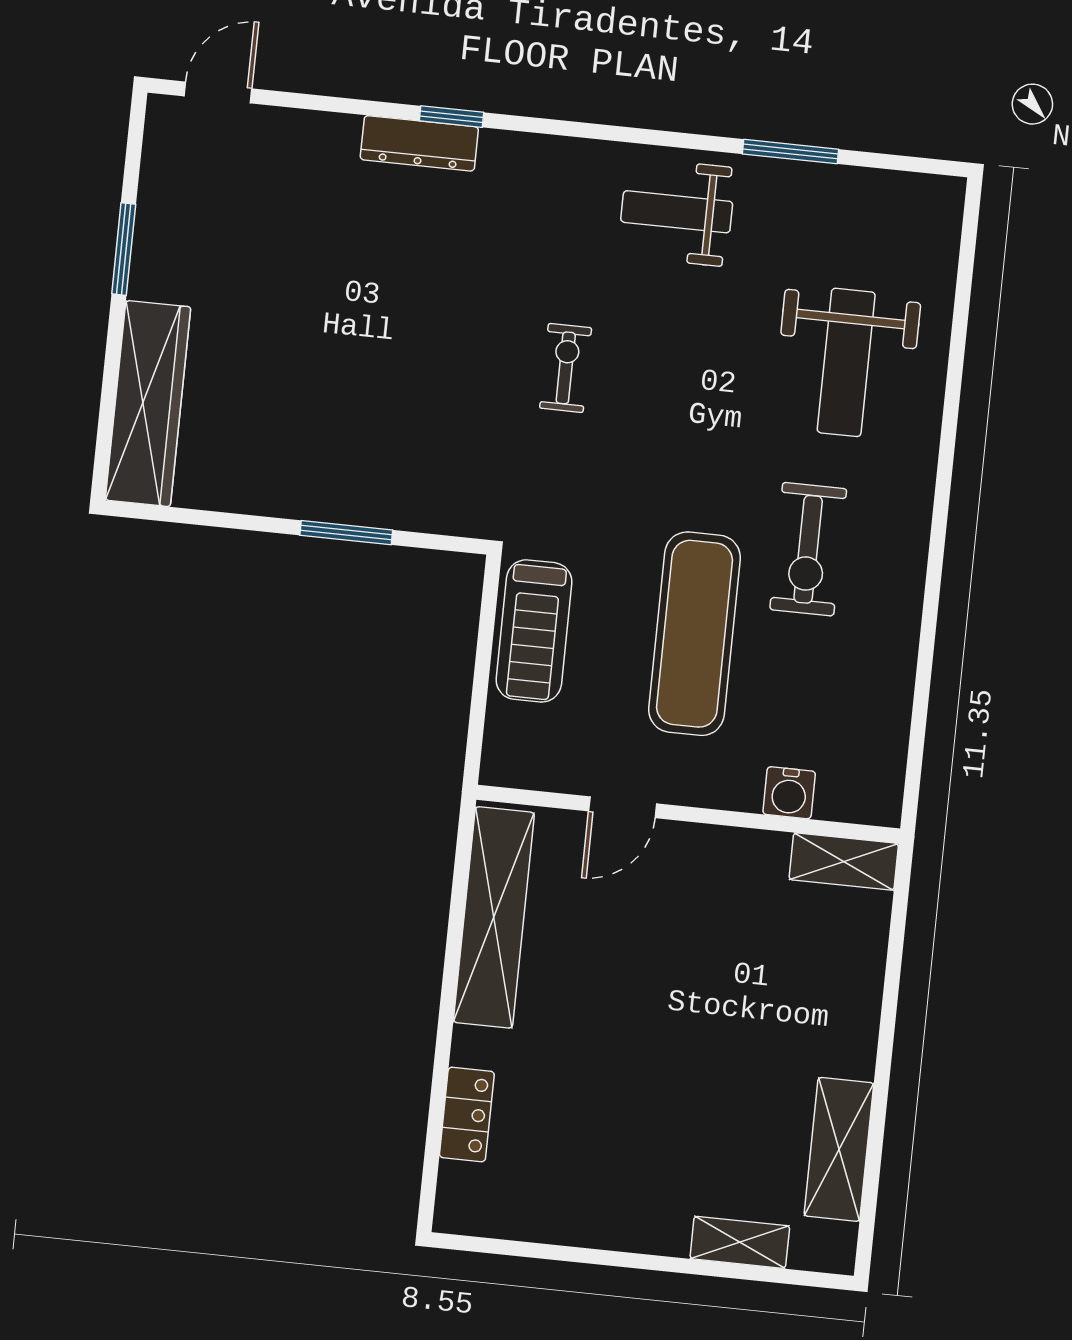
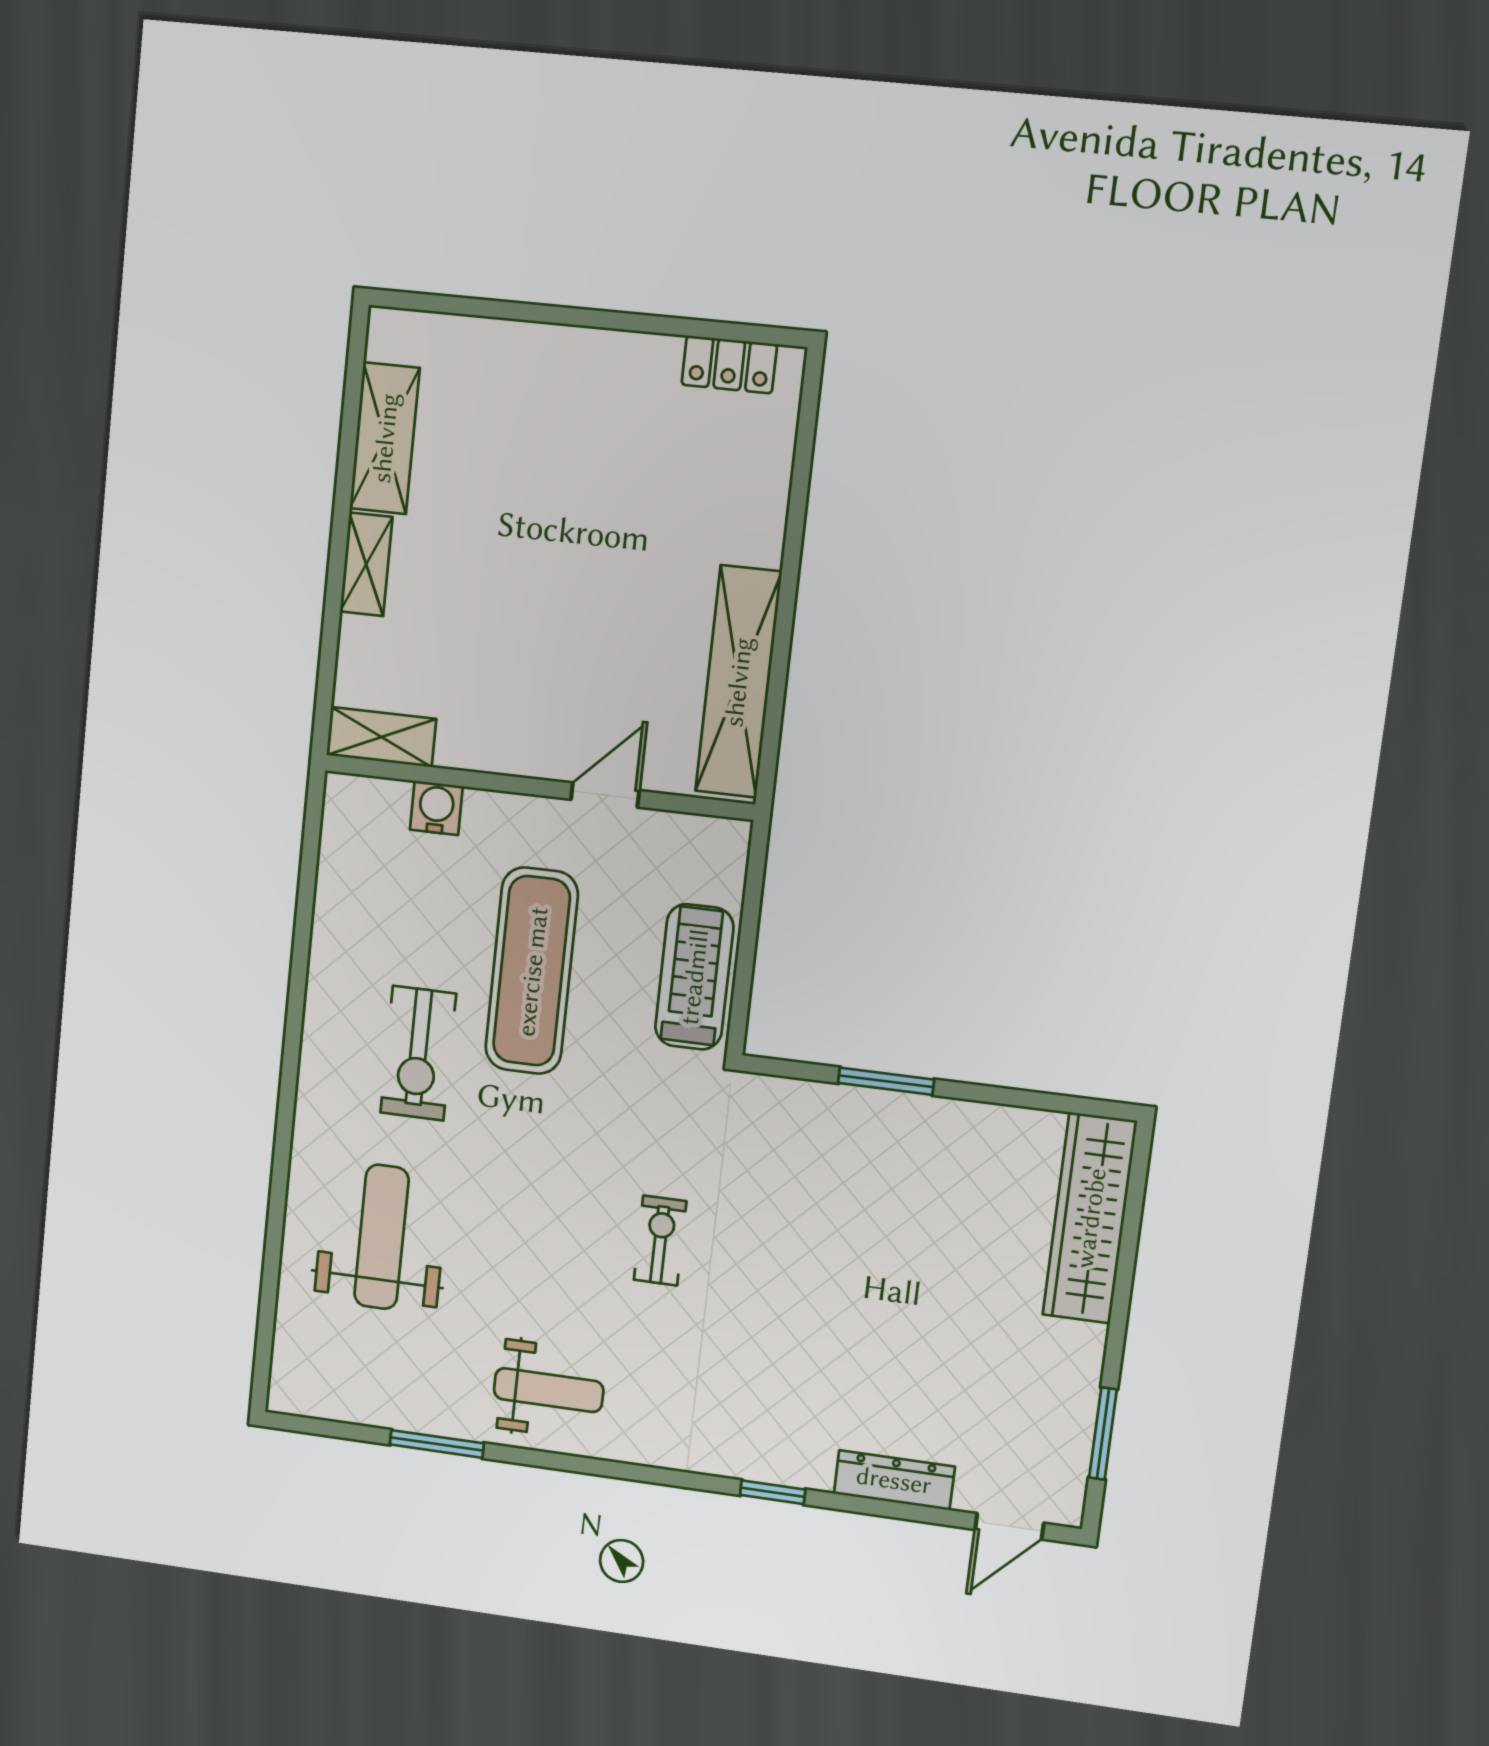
dresser: (419, 143) -> (894, 1480), moved
window: (124, 249) -> (1103, 1434), moved
exercise bike: (566, 368) -> (660, 1240), turned 180
exercise bike: (808, 549) -> (418, 1053), turned 180
locker: (467, 1114) -> (729, 365), moved, turned -90
shelving: (740, 1242) -> (366, 564), moved, turned 90

